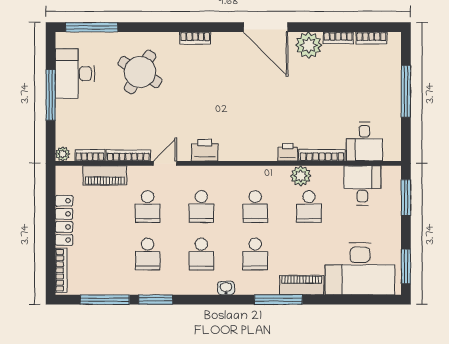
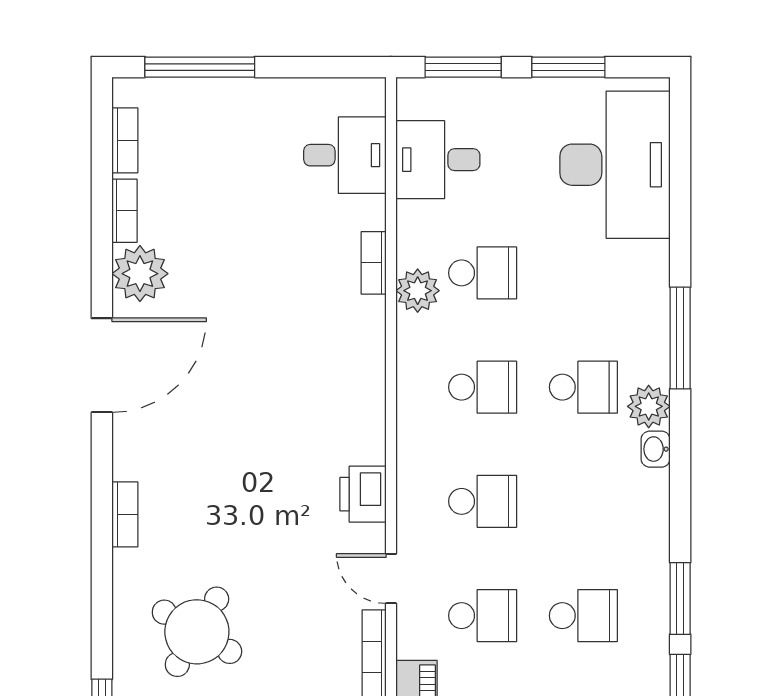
window: (406, 91) -> (200, 67), moved
printer: (288, 152) -> (367, 318), removed
bookcase: (322, 155) -> (374, 263), width x0.64
school desk: (201, 254) -> (583, 501), removed
window: (406, 267) -> (568, 67), moved
plant: (246, 285) -> (649, 406), added
piano: (302, 285) -> (649, 288), removed

